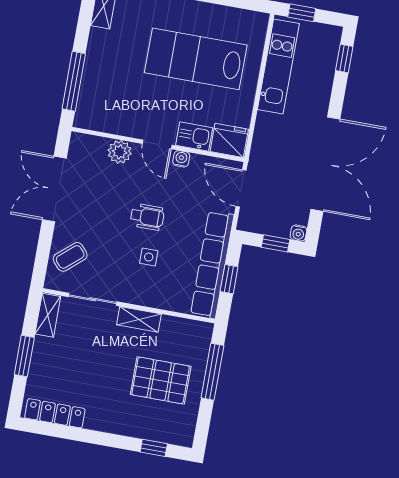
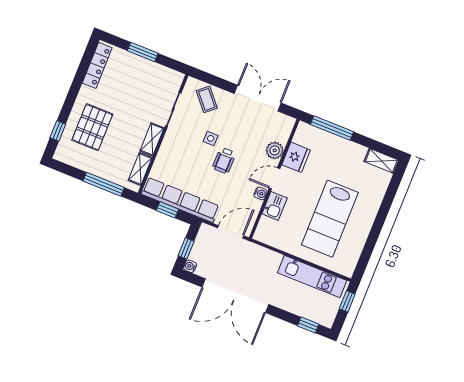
lab bench: (196, 59) -> (330, 219), turned 180
fridge: (229, 140) -> (296, 157), moved
side table: (149, 257) -> (211, 138), moved
shelving: (48, 315) -> (140, 169), moved, turned 90
pallet: (161, 380) -> (92, 127), moved

